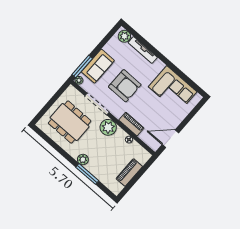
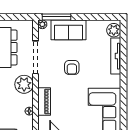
armchair: (125, 86) -> (72, 67), width x0.53, depth x0.53

